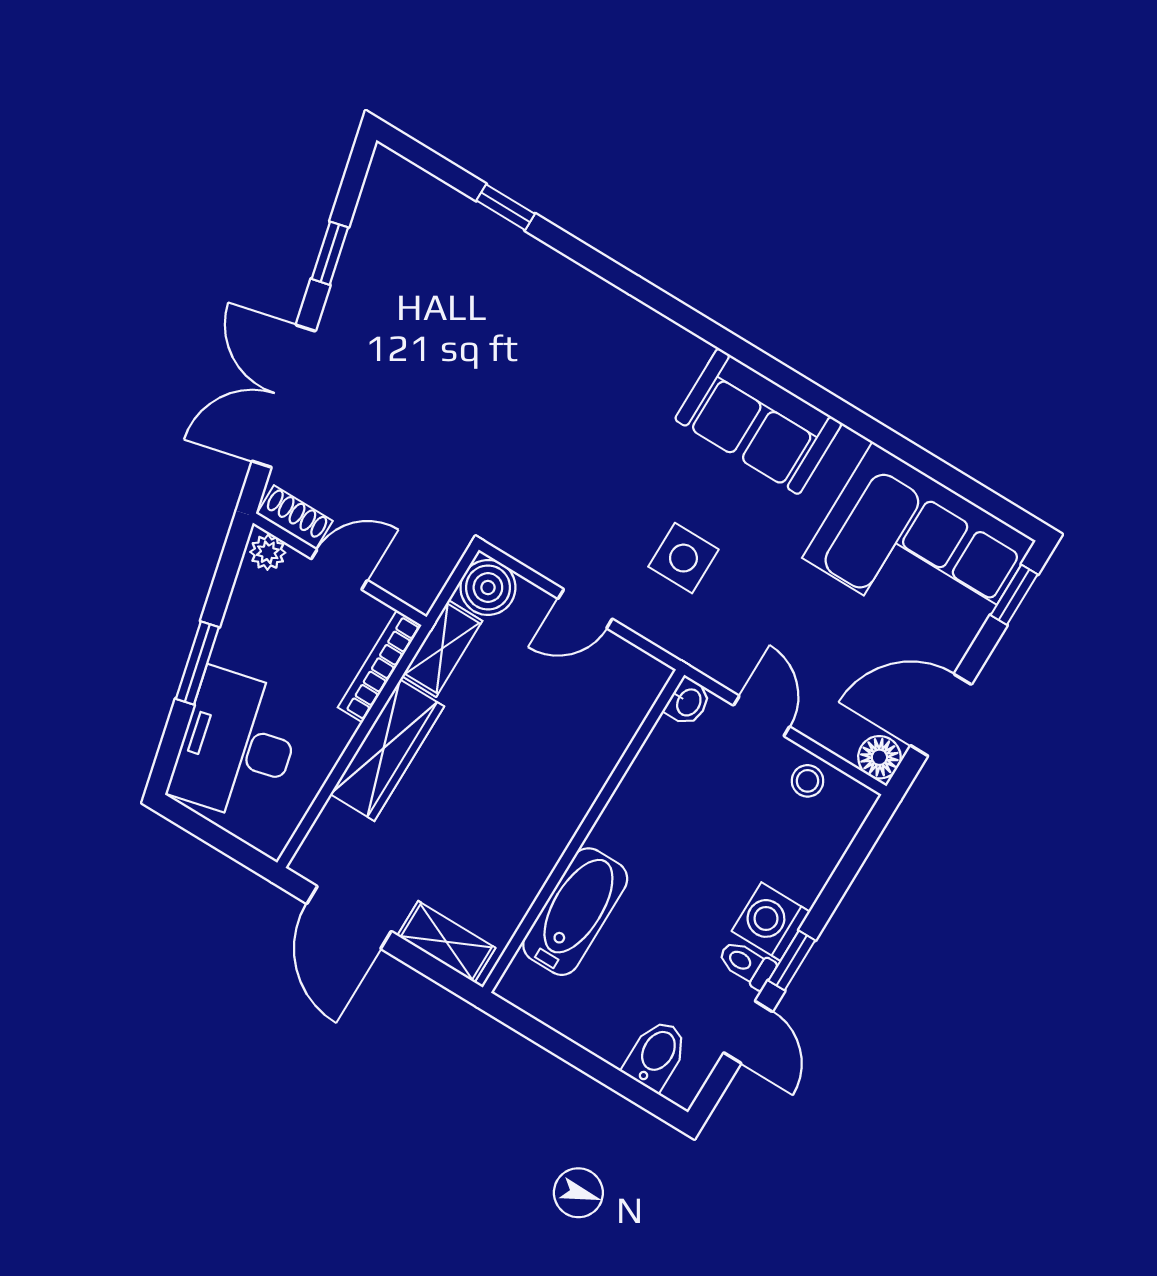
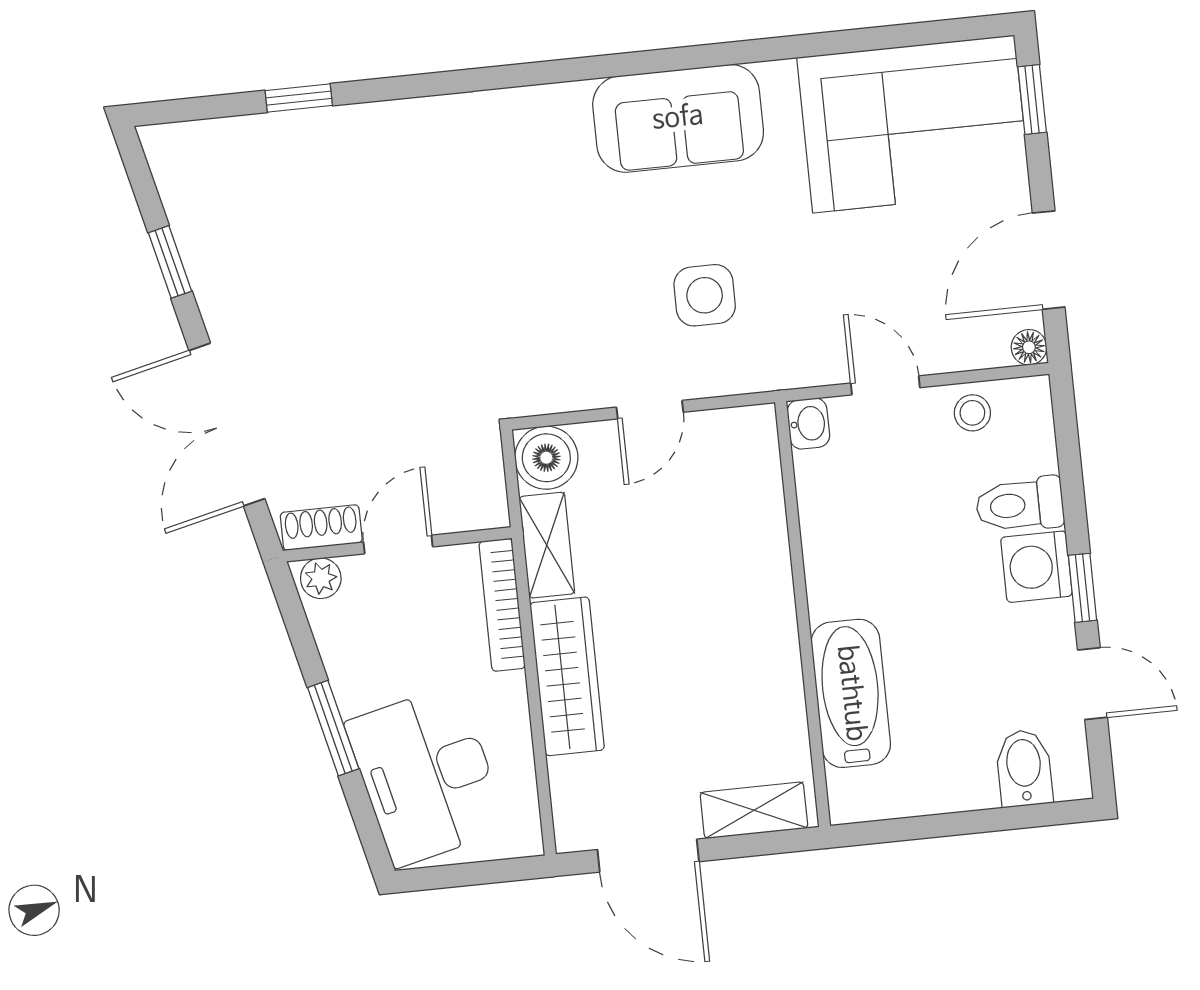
floor lamp: (879, 757) -> (1029, 347), width x0.73, depth x0.73
toilet: (747, 964) -> (1020, 505), moved, width x1.37, depth x1.39

